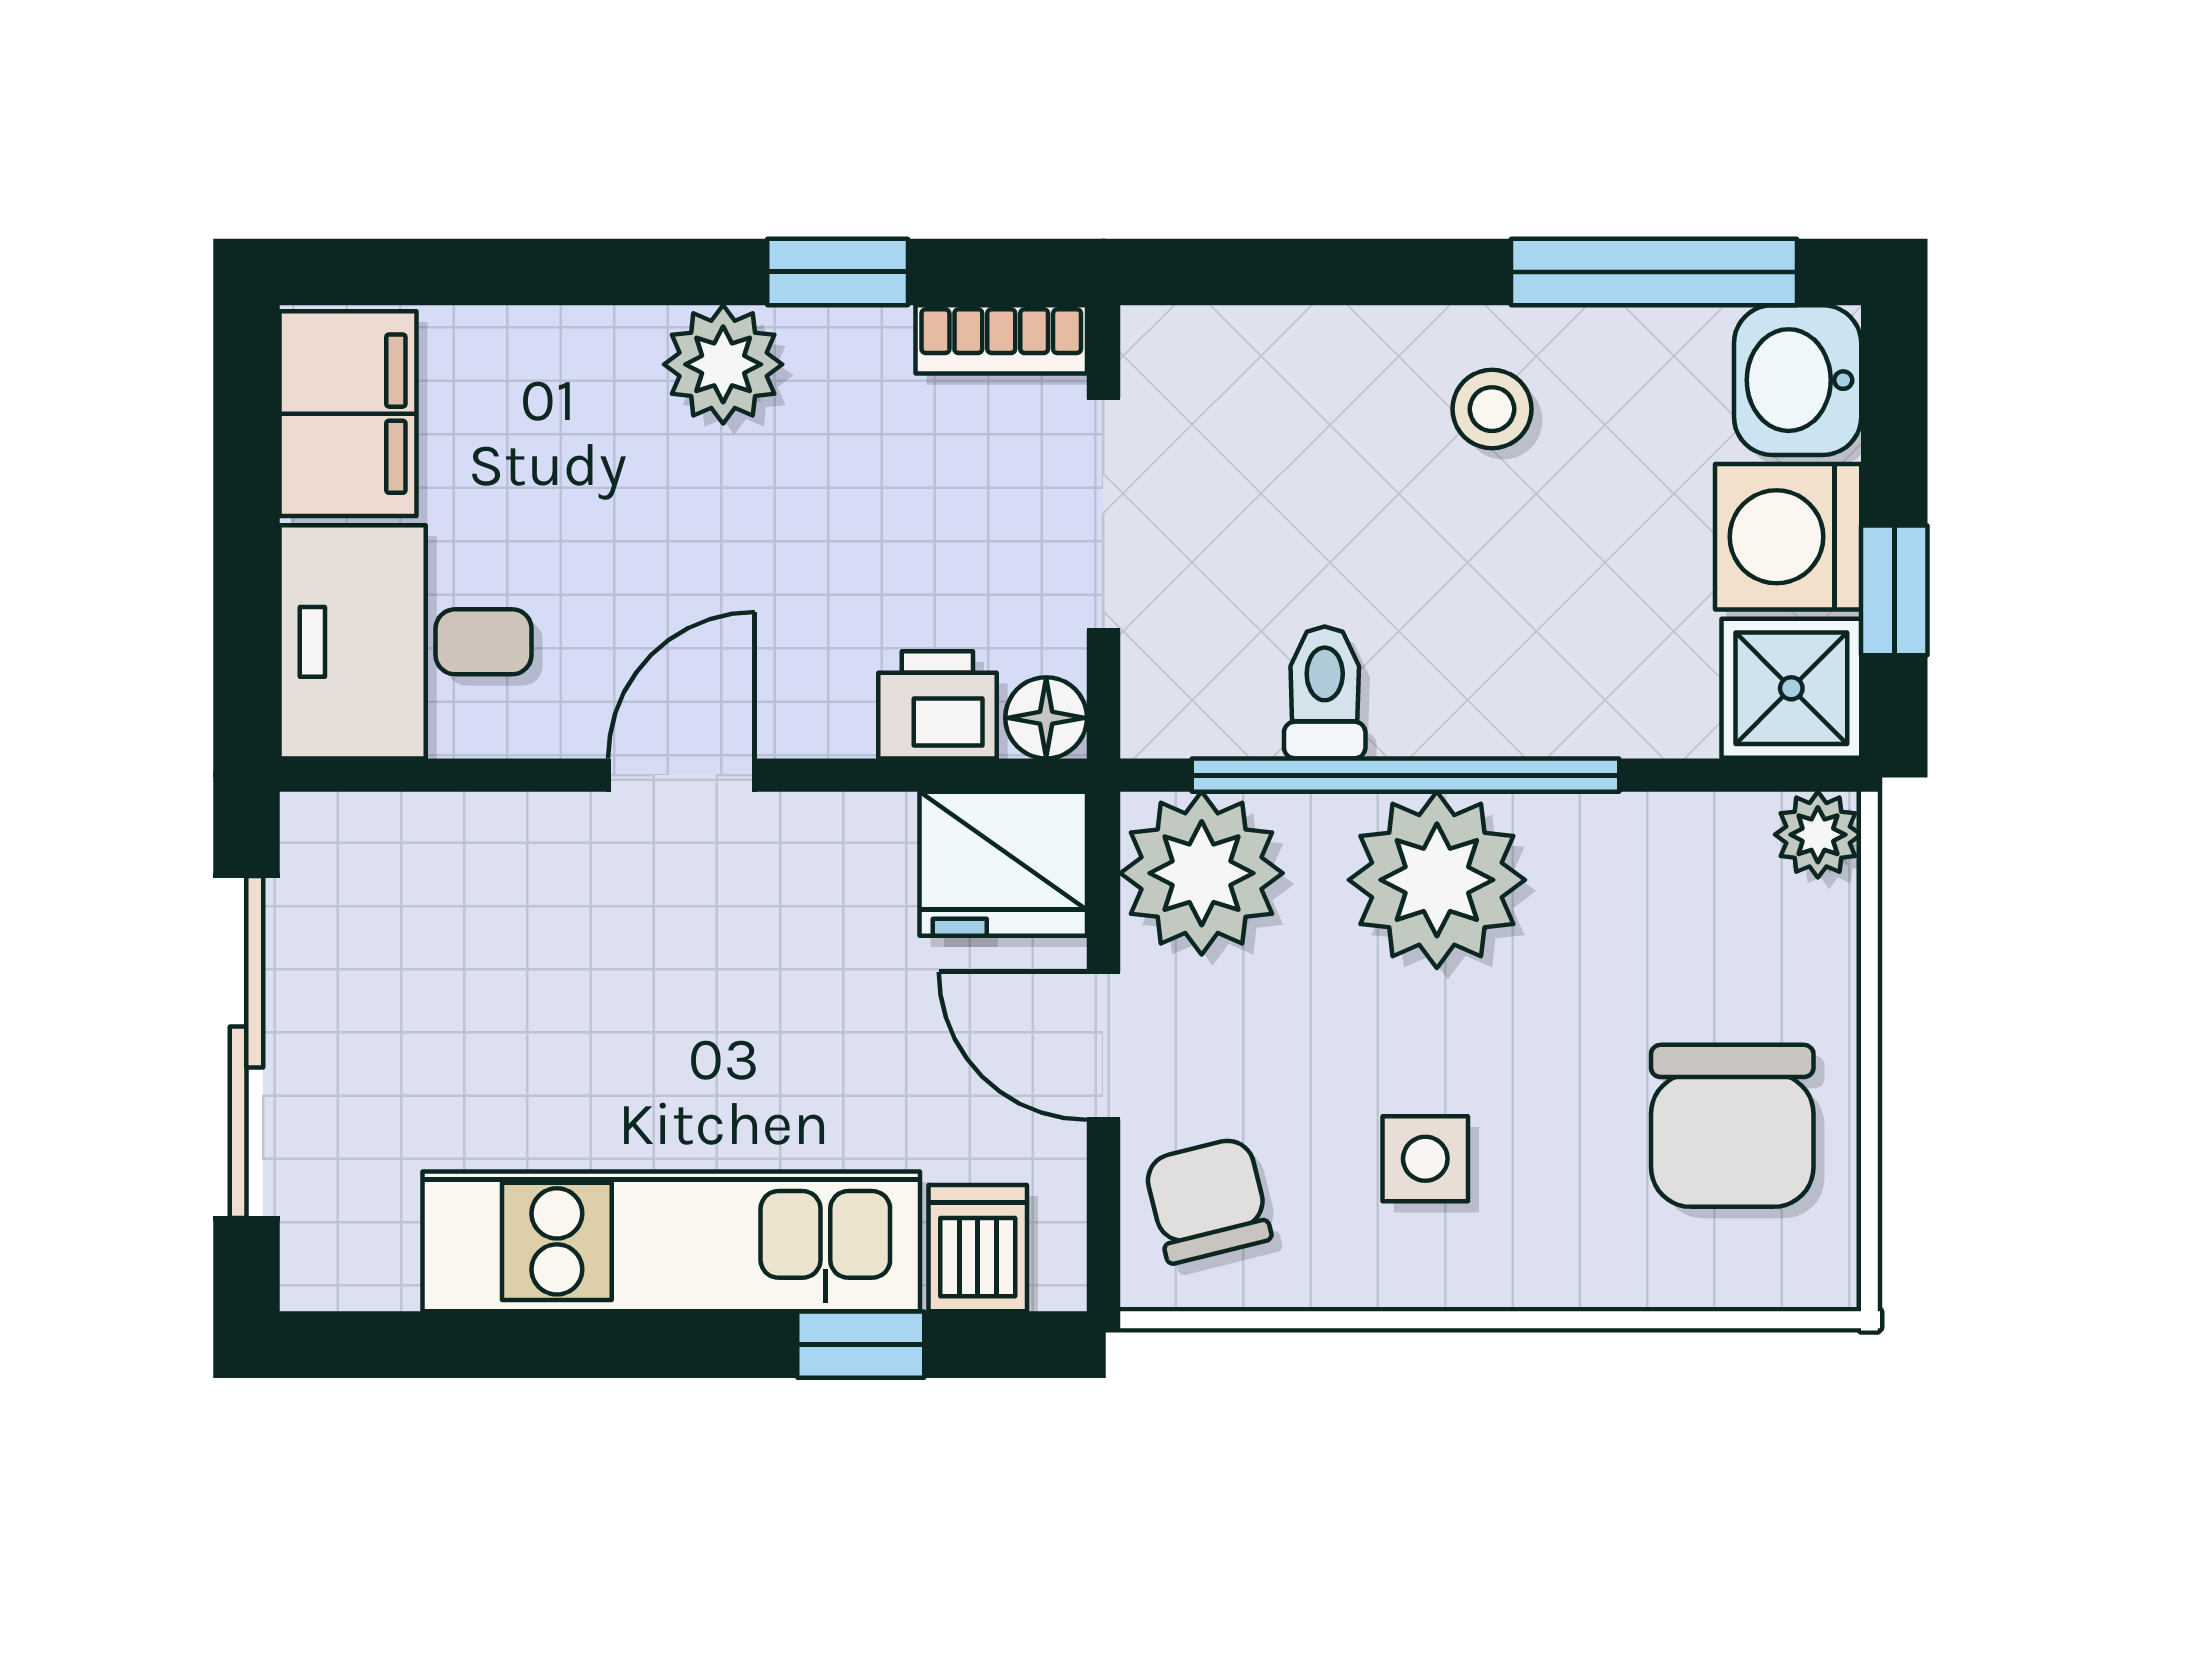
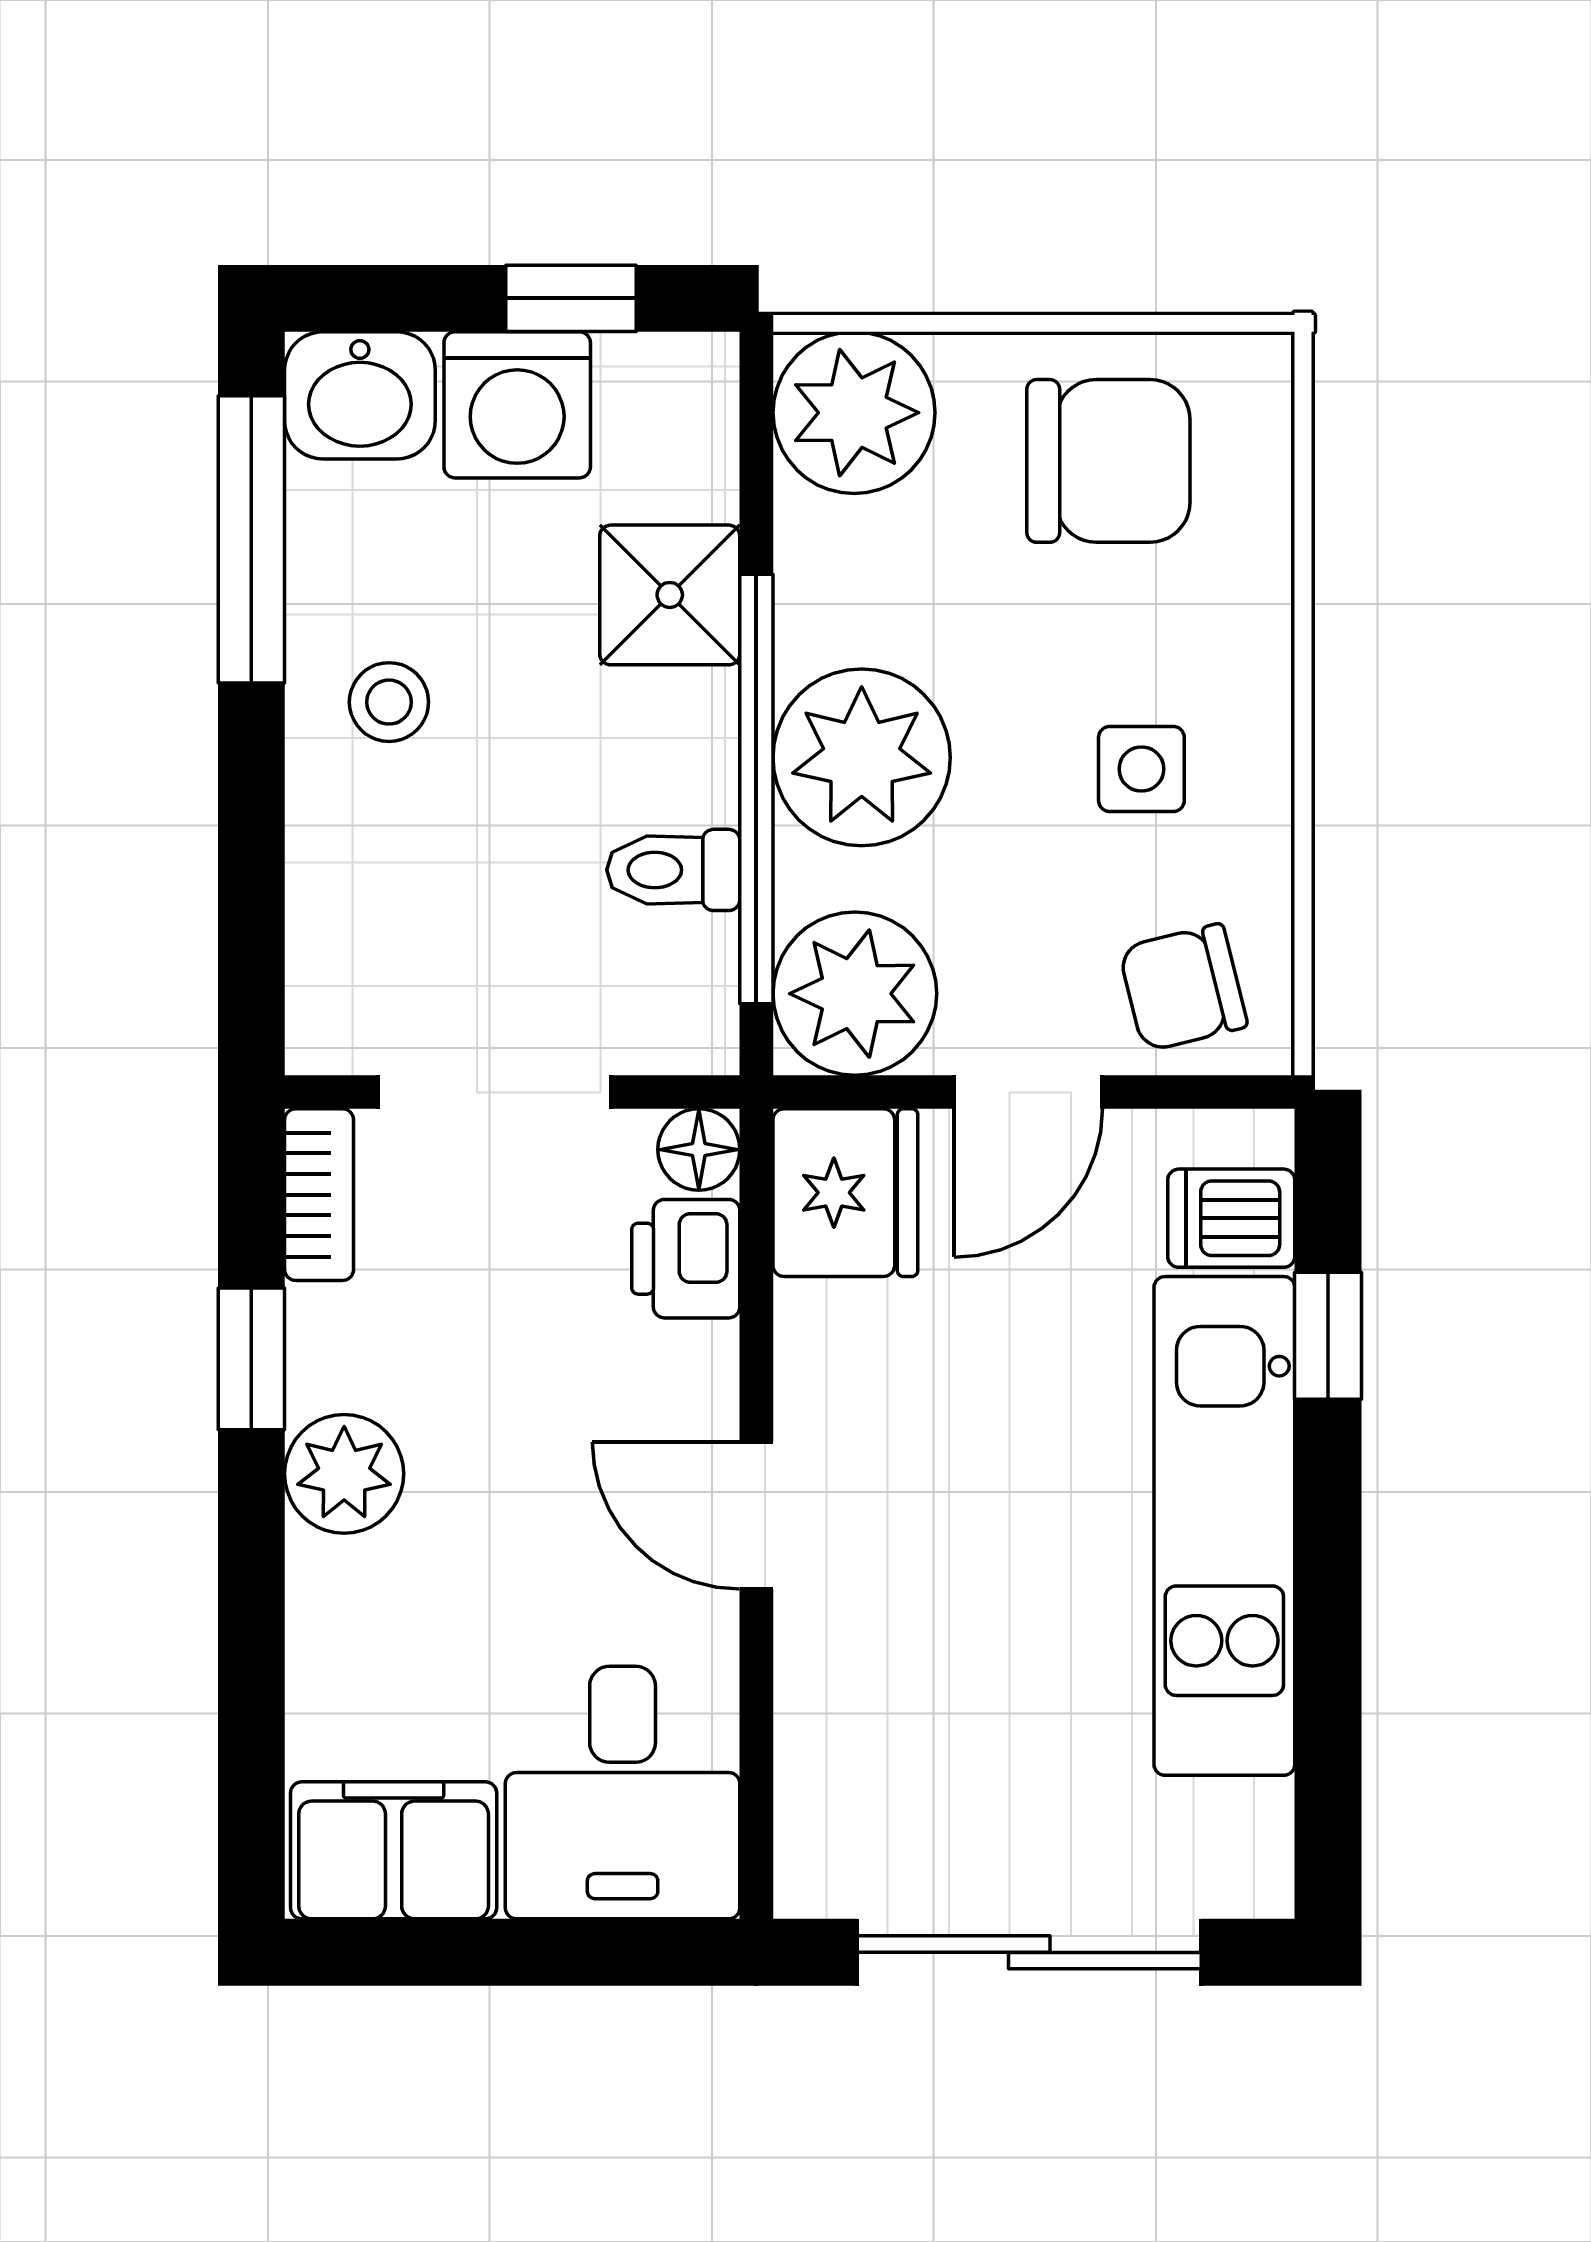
shower: (1791, 688) -> (670, 595), moved
plant: (1818, 835) -> (854, 413), width x1.88, depth x1.88

